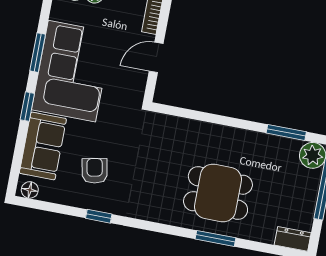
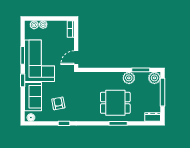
door: (156, 57) -> (76, 58), moved
plant: (257, 145) -> (129, 78), added

